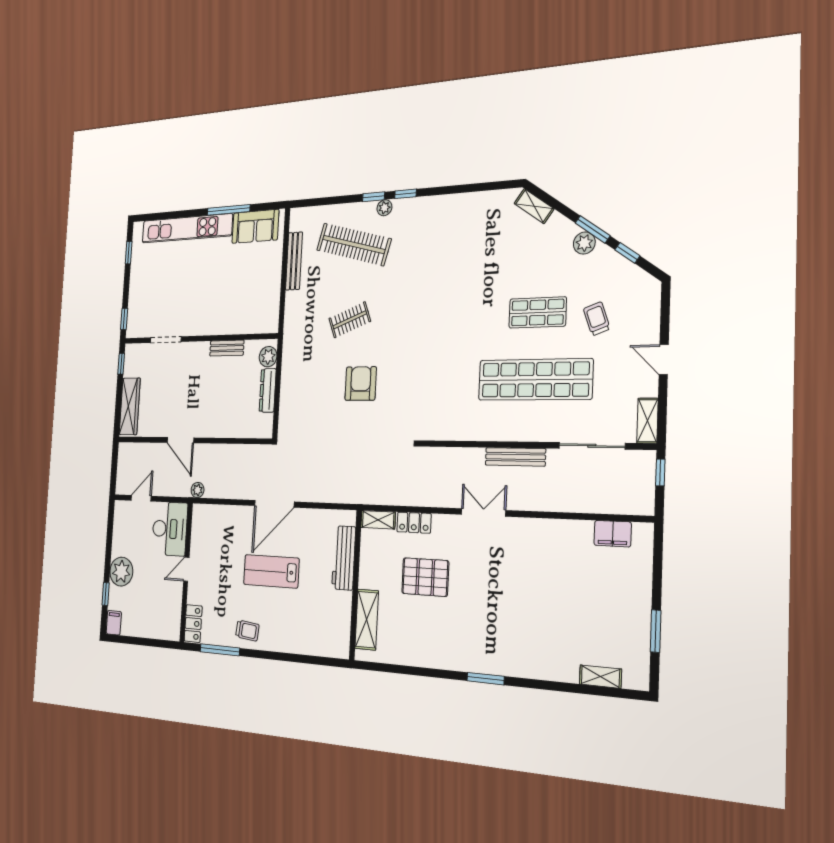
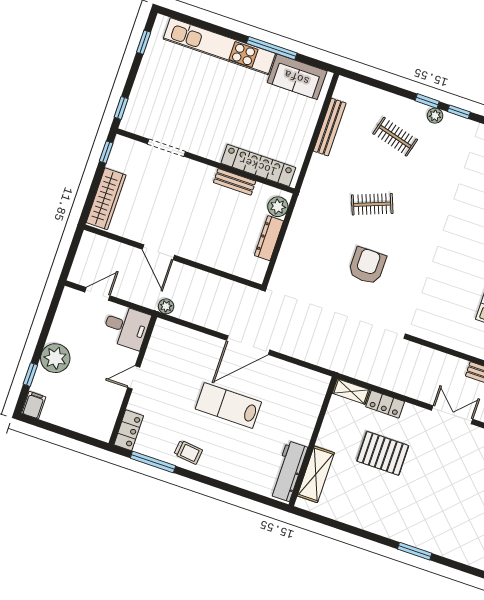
clothes rail: (354, 244) -> (395, 137), width x0.54, depth x0.76
locker: (243, 324) -> (258, 165), added
desk: (170, 529) -> (126, 327), width x0.73
workbench: (344, 558) -> (288, 471), moved

